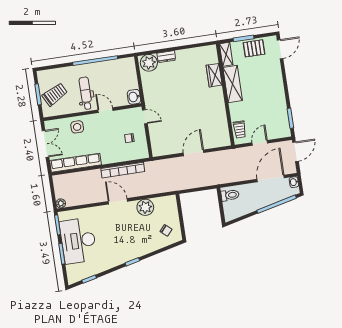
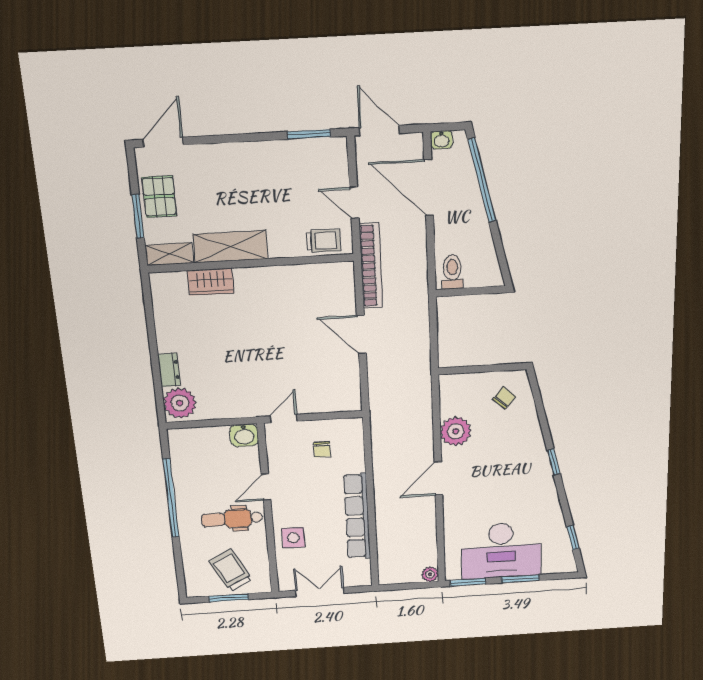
door: (280, 49) -> (163, 142), hinge flipped
row of seats: (75, 163) -> (357, 516), moved
bookcase: (123, 170) -> (371, 266), moved

